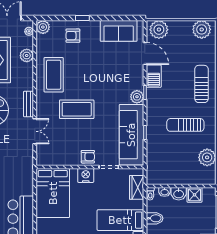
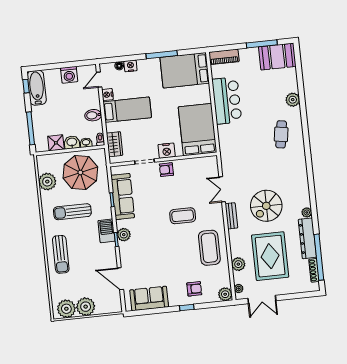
plant: (159, 30) -> (86, 307), moved
barbecue: (154, 76) -> (106, 231), moved
coffee table: (77, 109) -> (183, 216), width x0.73, depth x0.76
sun lounger: (185, 125) -> (72, 212), turned 180
sofa: (131, 135) -> (123, 196), width x0.74, depth x0.79
parasol: (173, 163) -> (80, 172), added

